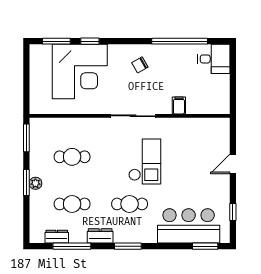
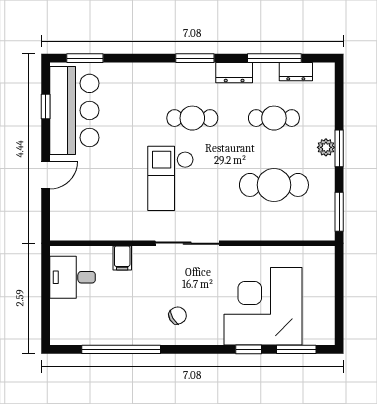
desk: (214, 59) -> (73, 277), moved
cafe table: (72, 157) -> (274, 185), width x1.37, depth x1.35
bar counter: (189, 226) -> (74, 110), moved, turned -90

